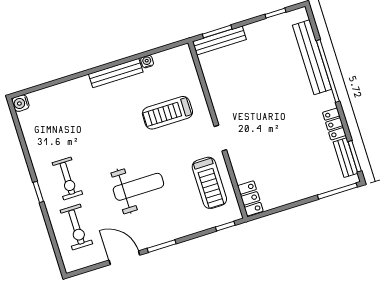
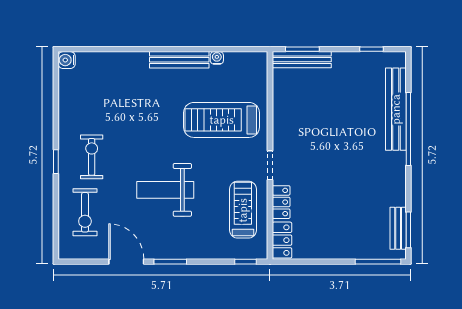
treadmill: (167, 113) -> (222, 120), width x1.37, depth x1.38
locker: (334, 124) -> (281, 202), moved, turned 180
exercise bike: (67, 178) -> (92, 157), turned 180
treadmill: (209, 183) -> (243, 210), turned 180
weight bench: (138, 187) -> (165, 190), turned 180

